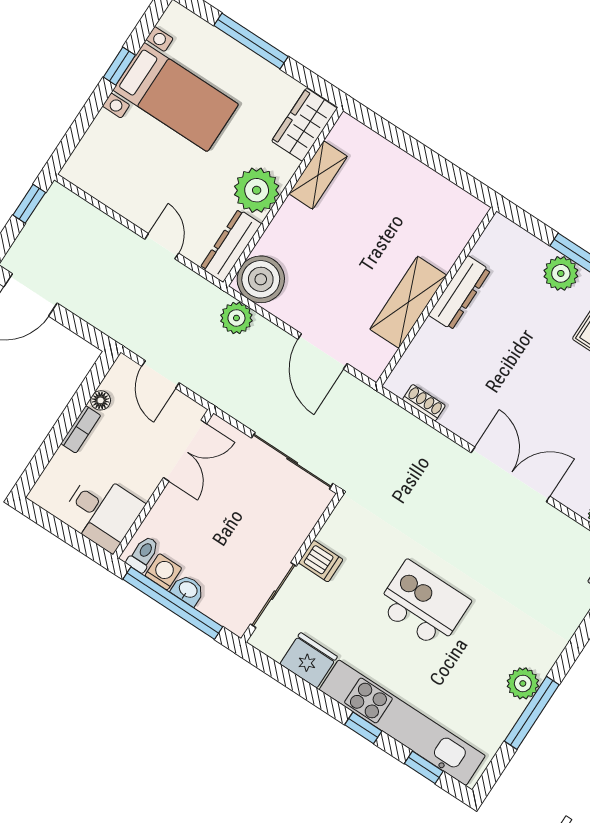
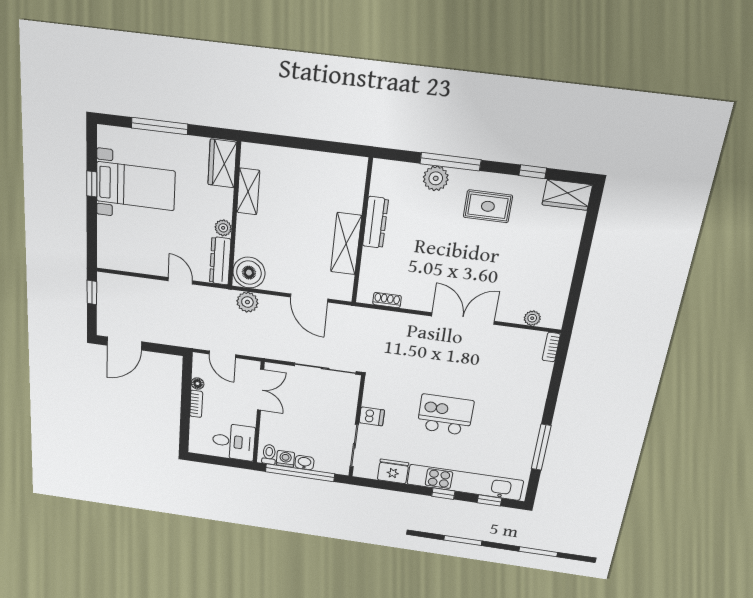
plant: (257, 190) -> (223, 228), width x0.53, depth x0.53
plant: (523, 683) -> (528, 434), removed

